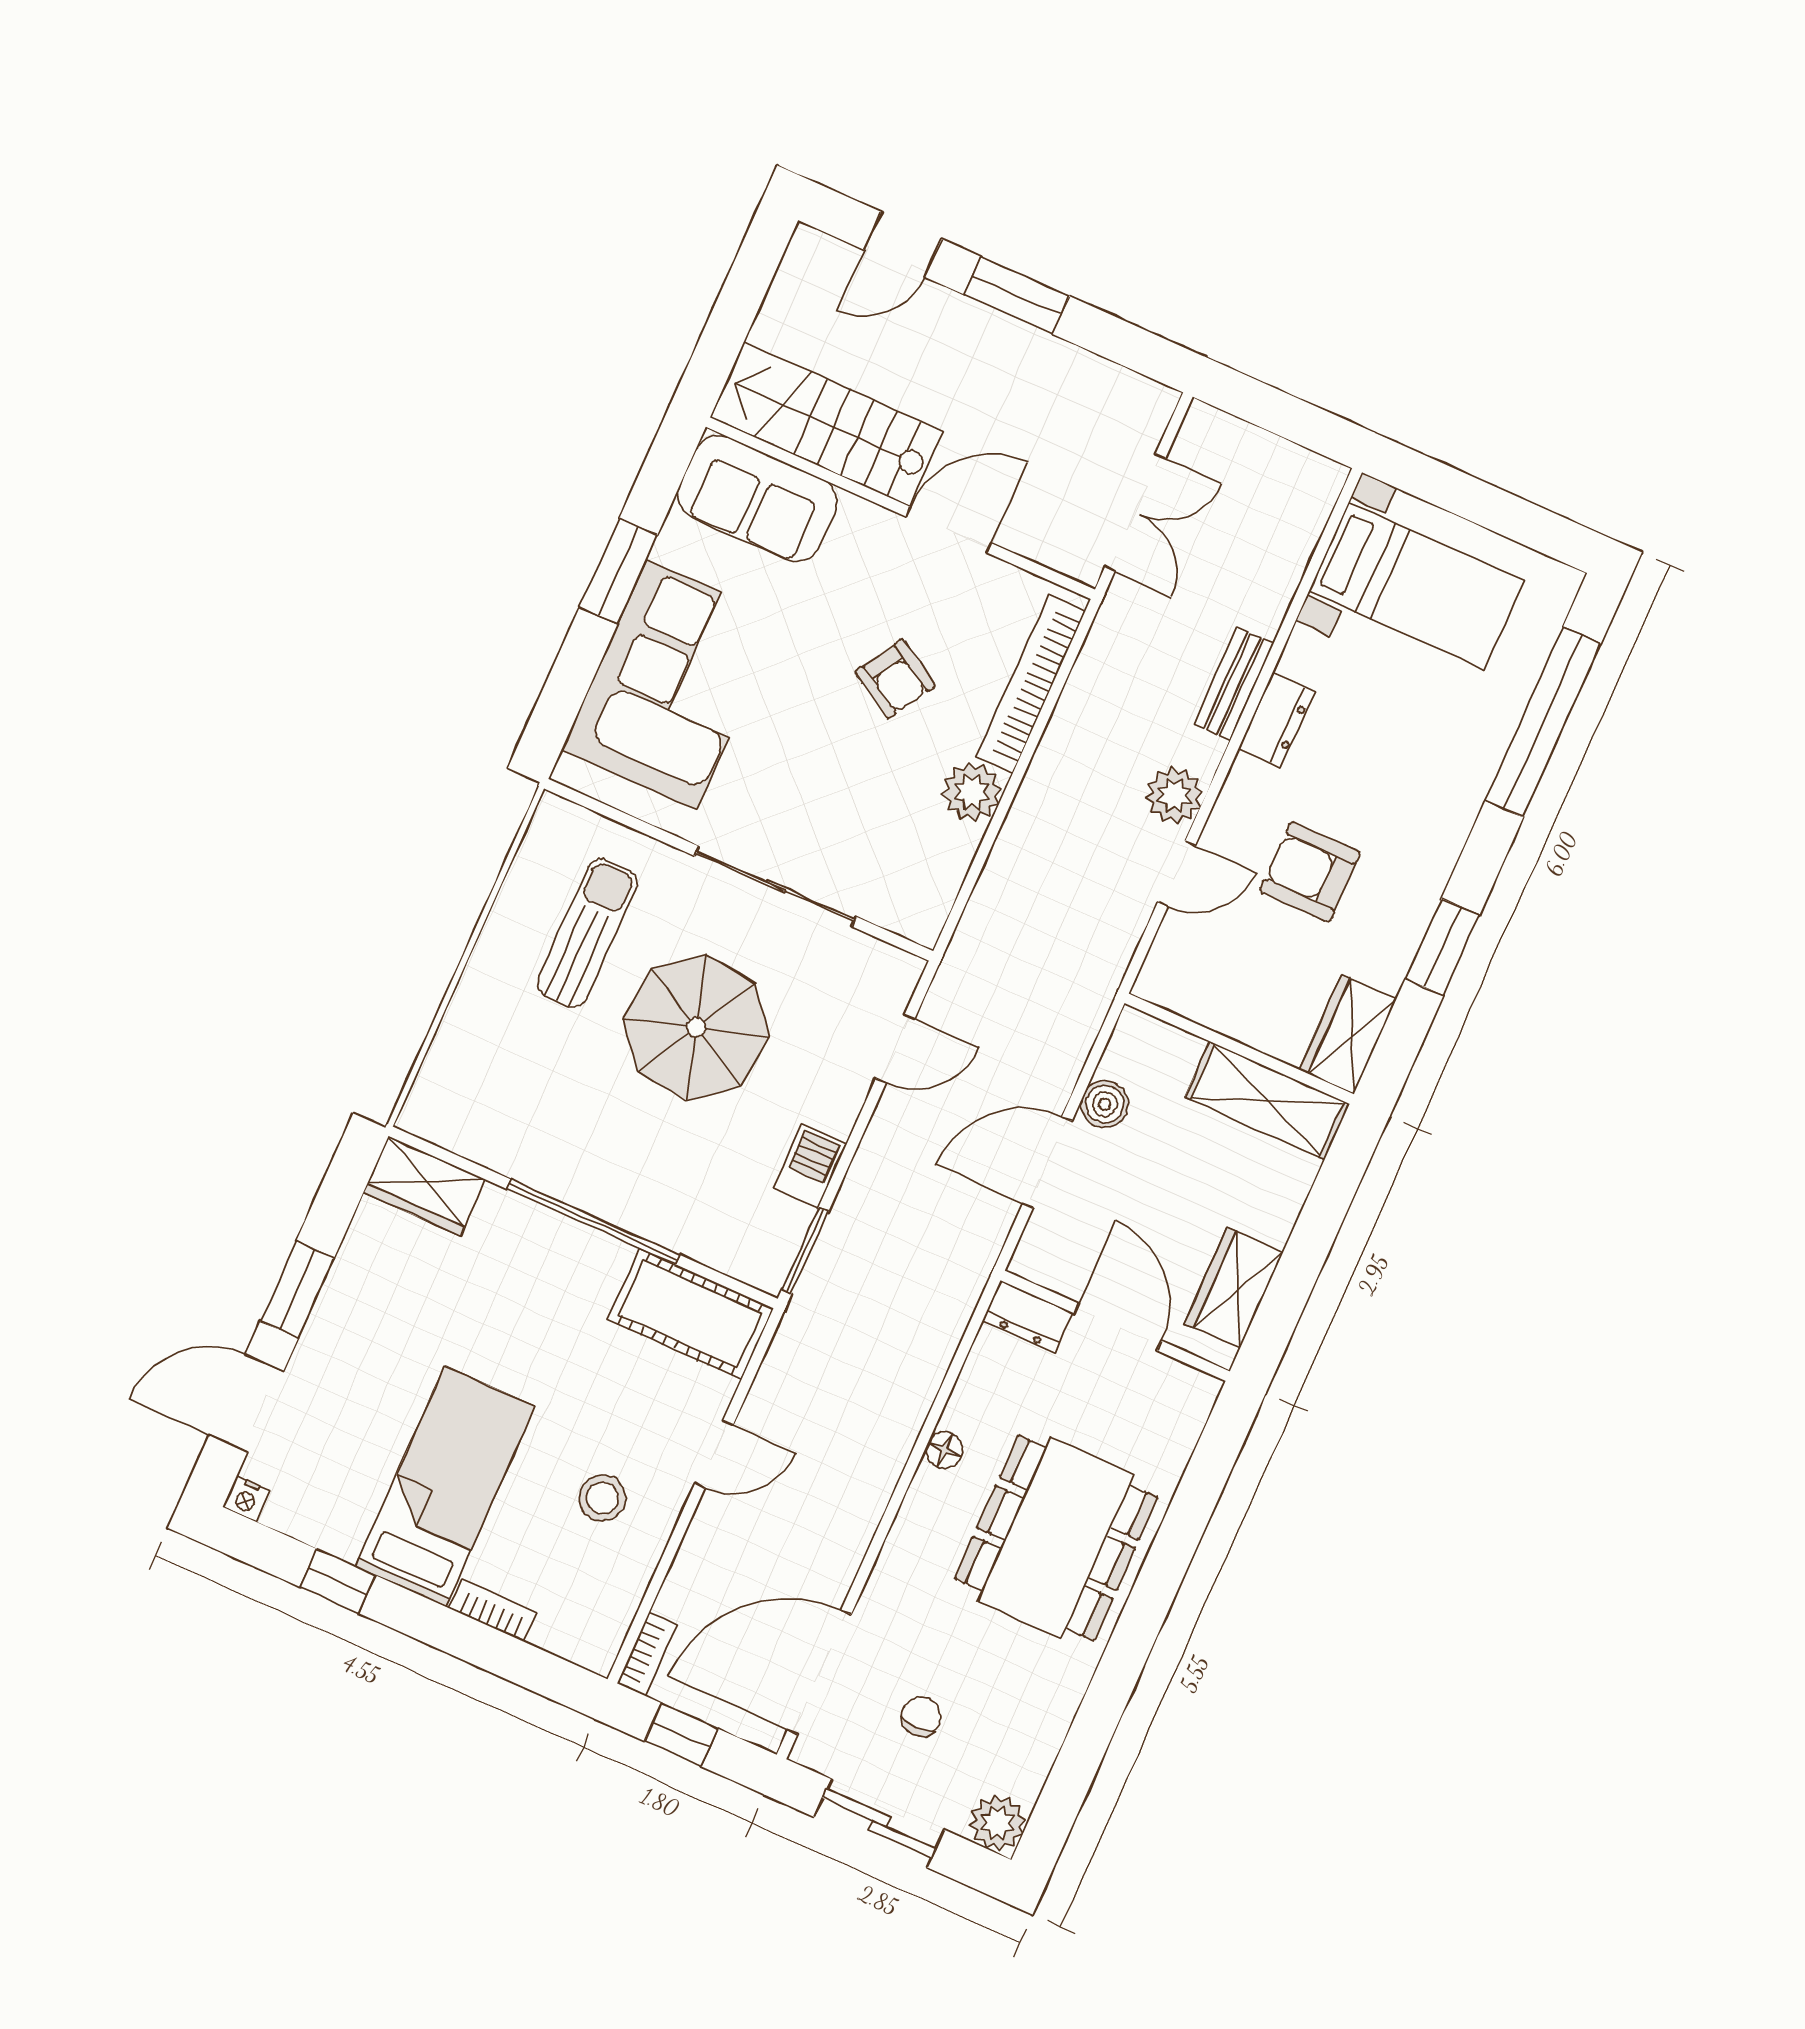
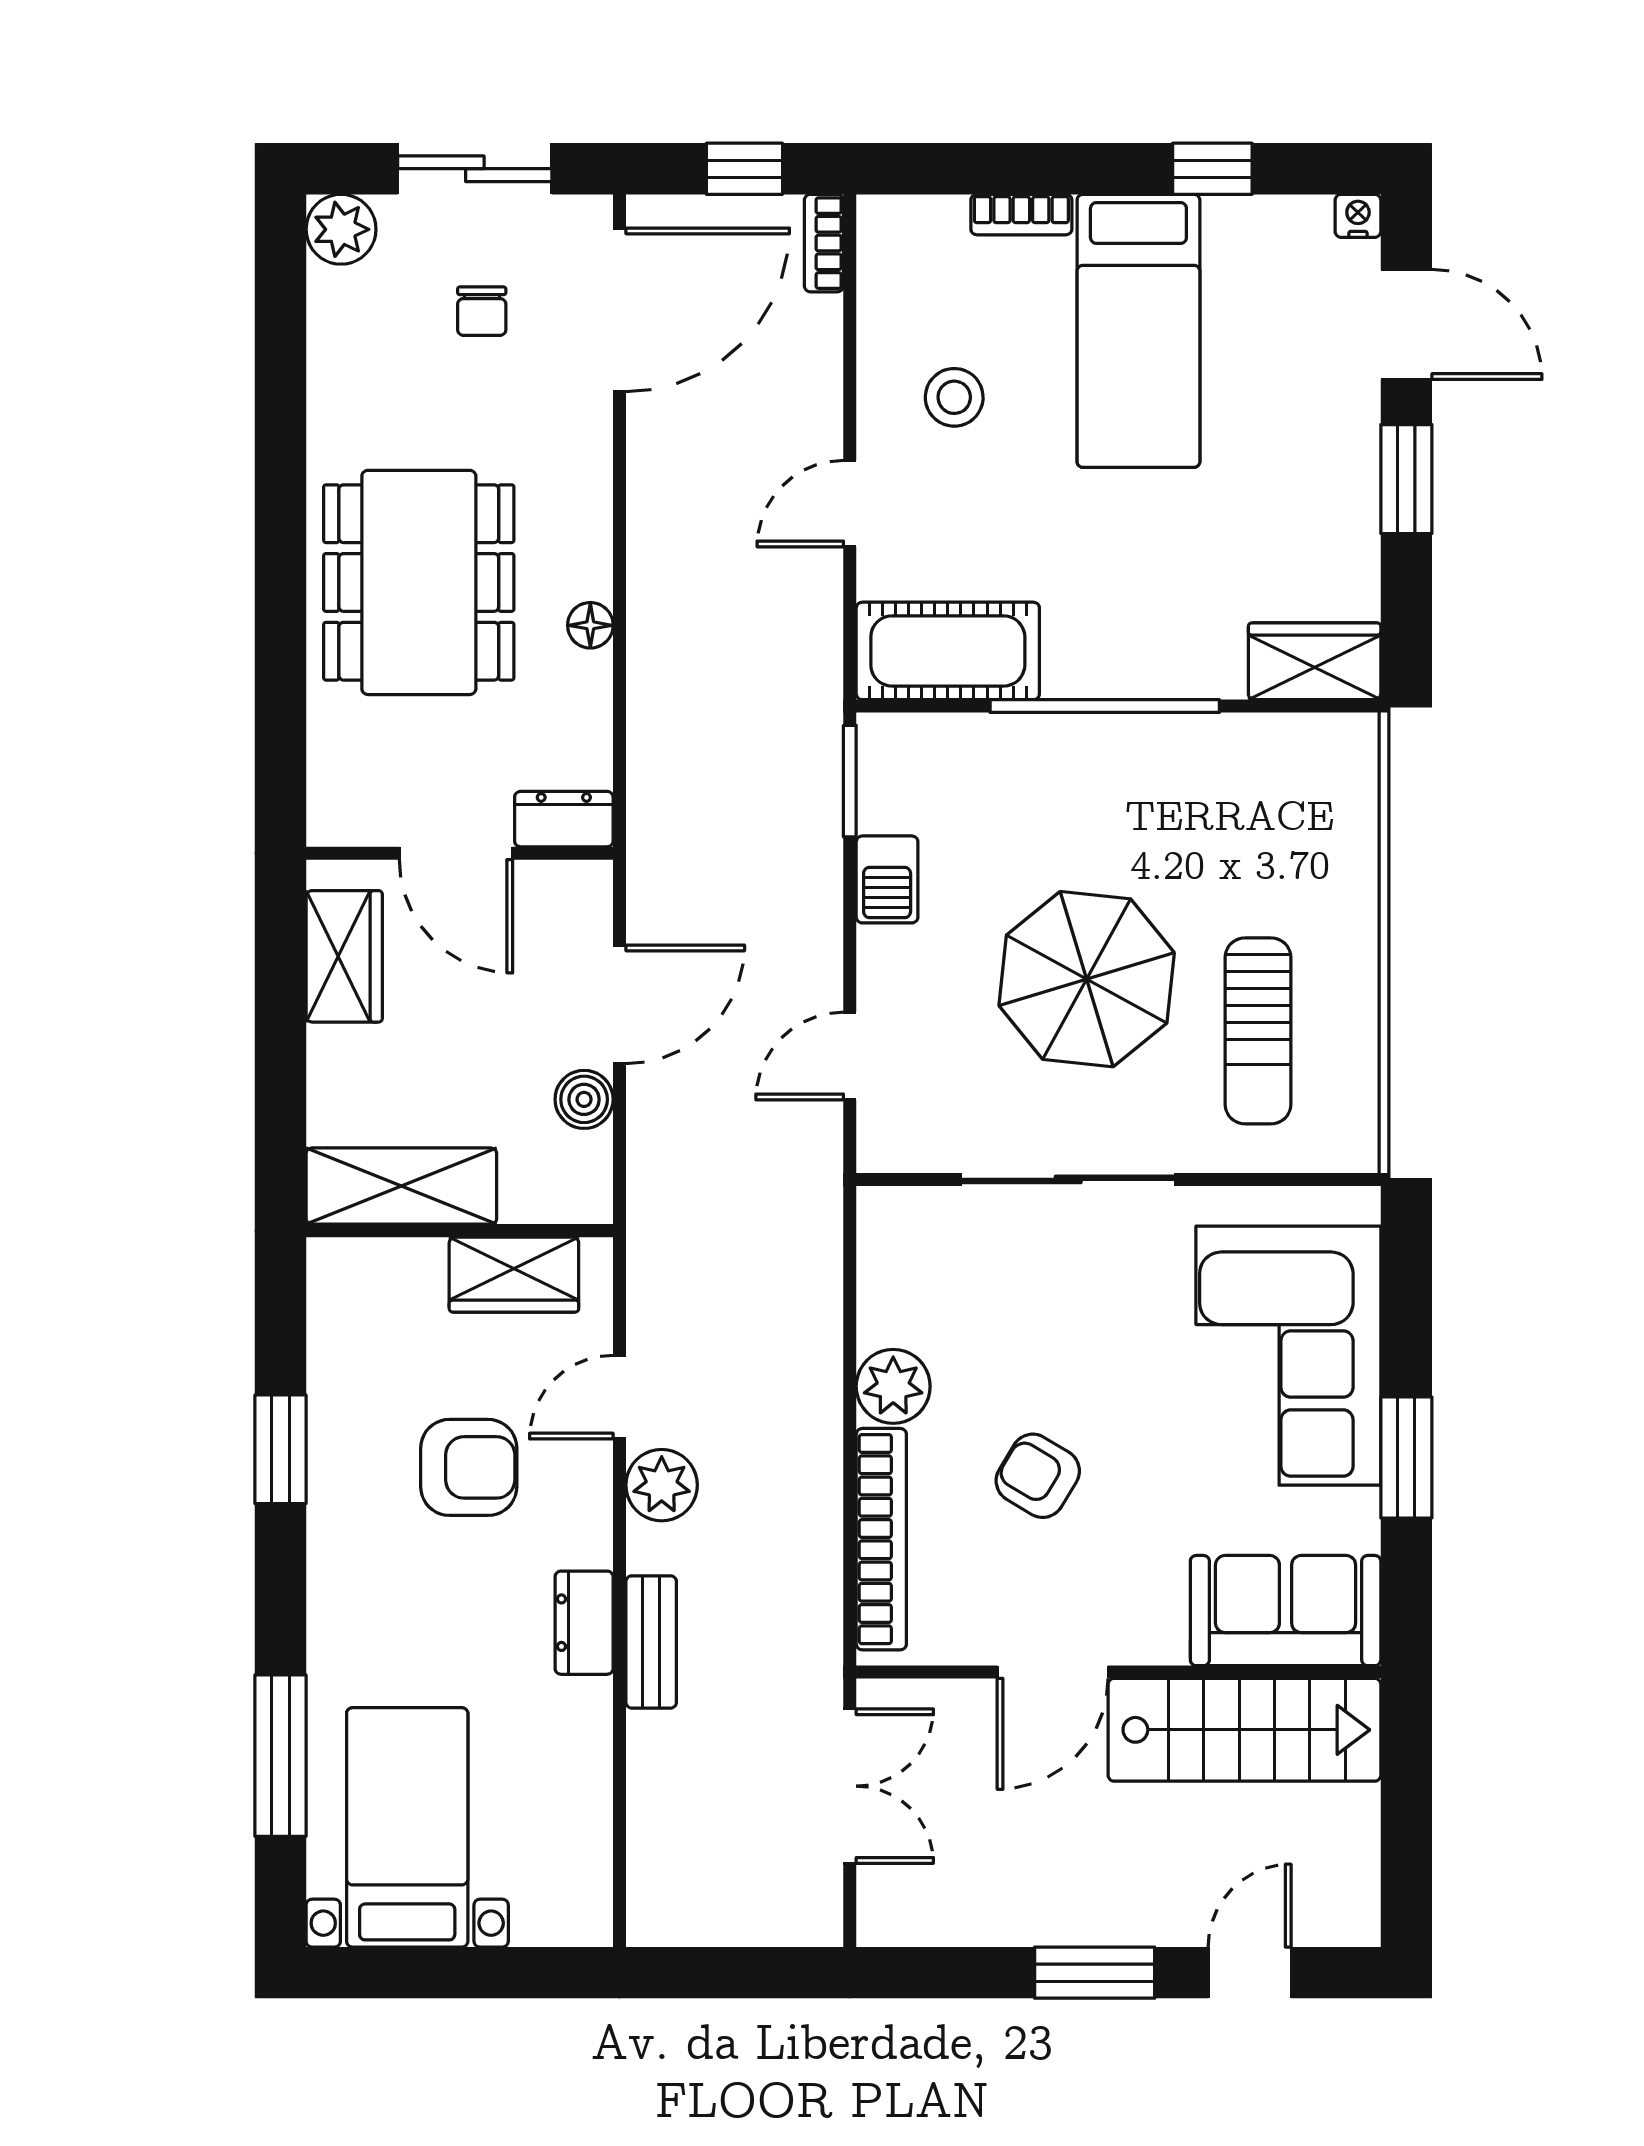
double door: (1135, 513) -> (850, 1786), swing flipped
bed with nightstands: (1416, 586) -> (407, 1827), moved, turned 90
window: (1543, 722) -> (280, 1756), width x0.68
wardrobe: (1348, 1035) -> (514, 1275), moved, turned 90
door: (246, 1403) -> (1406, 324), hinge flipped

